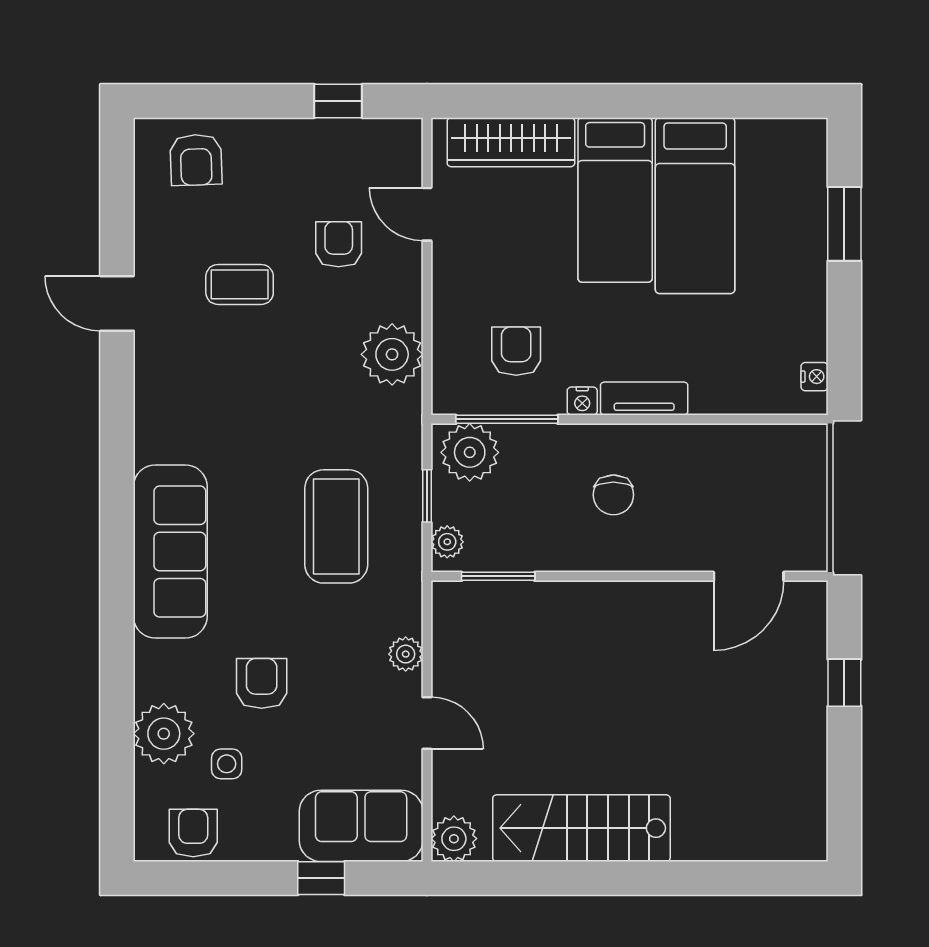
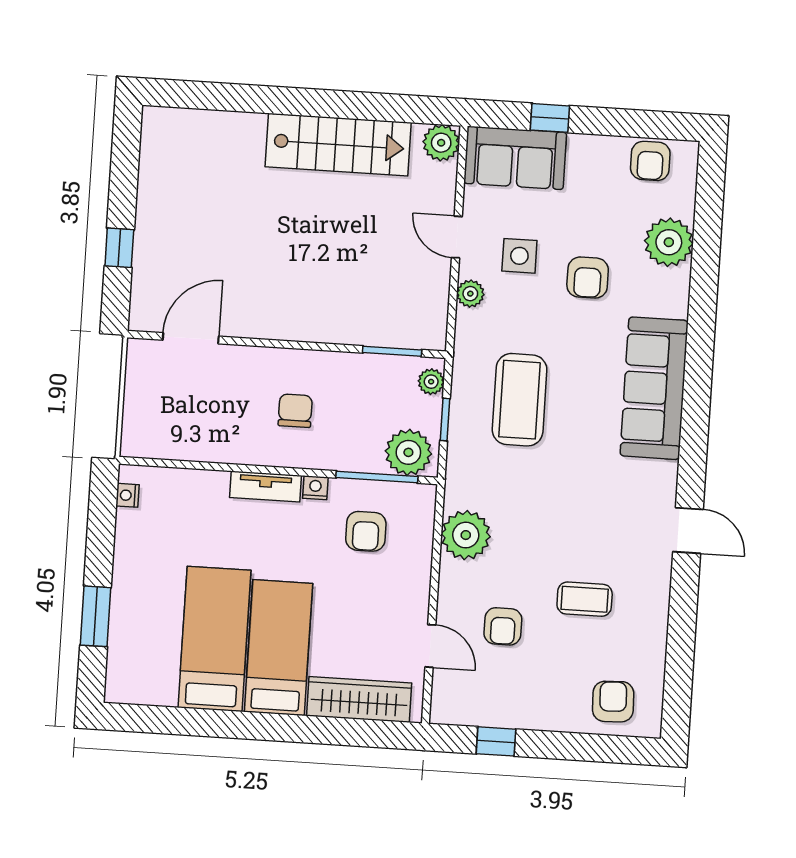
door: (117, 303) -> (688, 530), moved
side table: (227, 764) -> (519, 256), moved, width x1.37, depth x1.37

